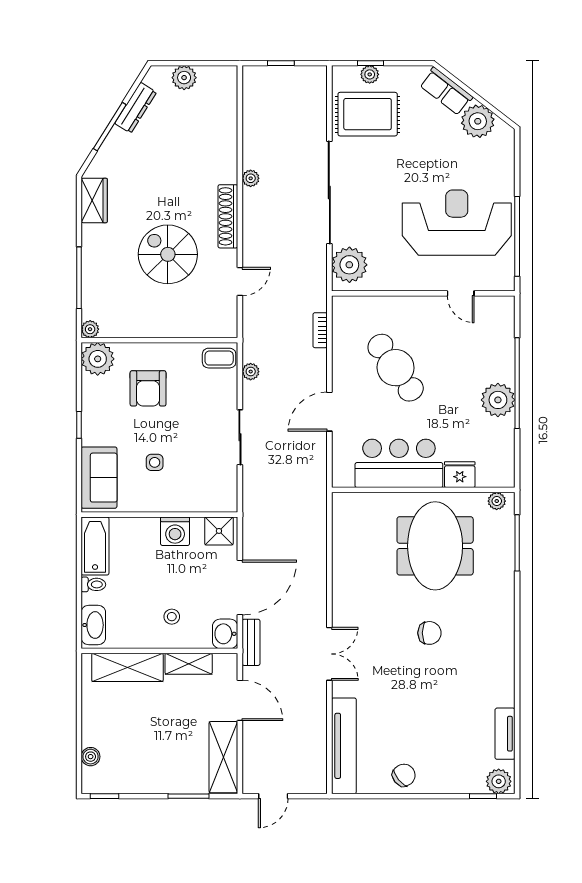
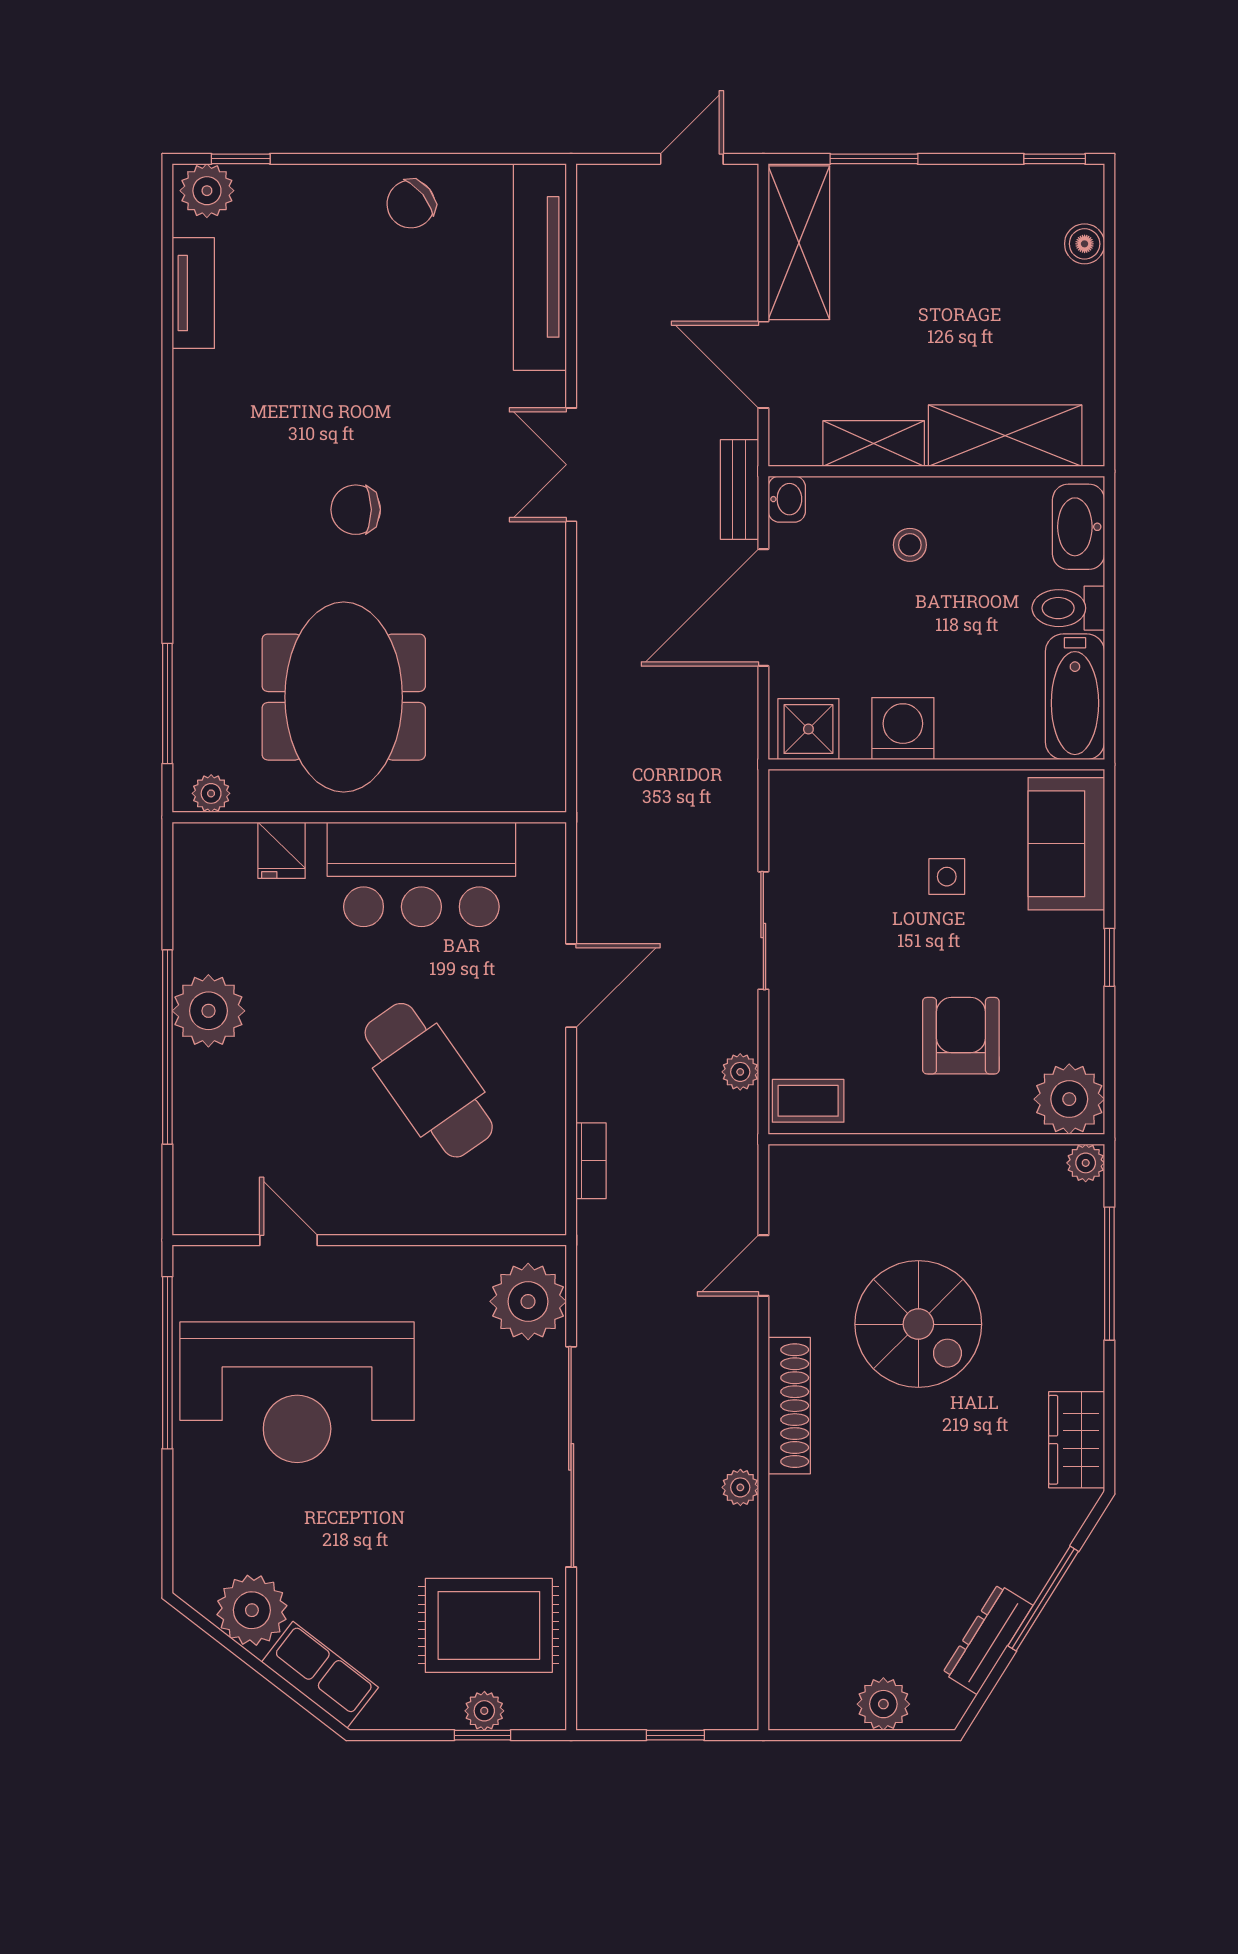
fridge: (460, 475) -> (282, 850), width x0.72
toilet: (93, 584) -> (1068, 608), width x1.37, depth x1.39
washbasin: (225, 634) -> (787, 499), width x0.72, depth x0.69

